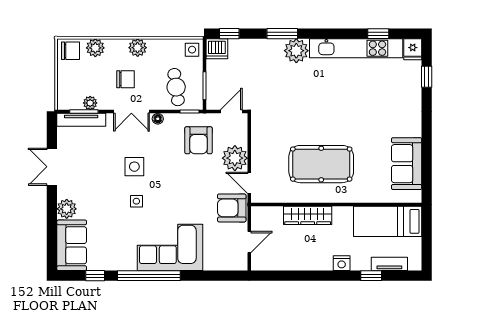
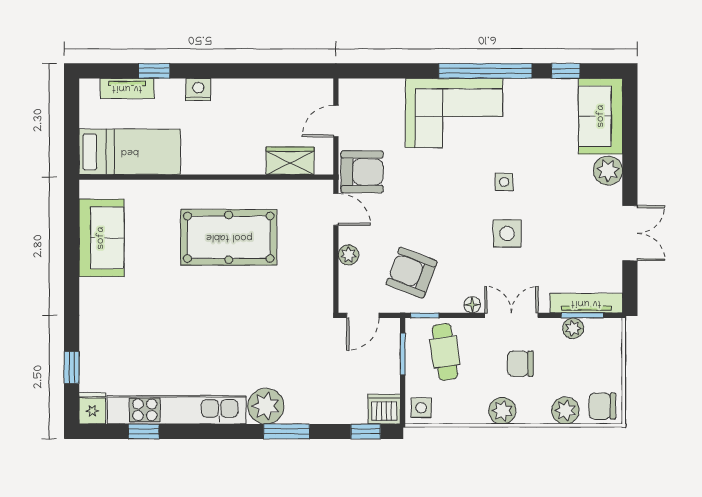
armchair: (198, 140) -> (412, 273), turned -69
plant: (235, 158) -> (349, 255), width x0.53, depth x0.53
wardrobe: (308, 215) -> (290, 161), moved, width x0.67

